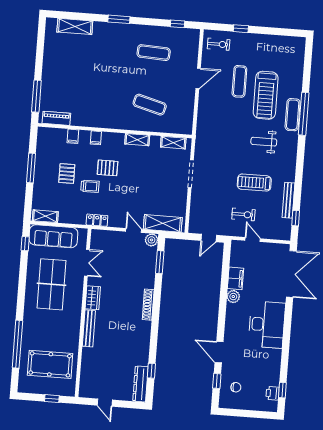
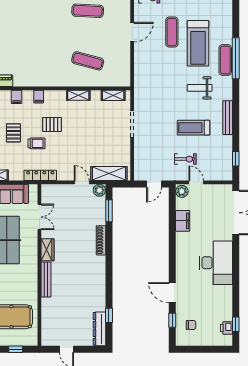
bench: (288, 200) -> (228, 118), moved
locker: (97, 220) -> (40, 175), width x1.53
plant: (233, 297) -> (182, 191), moved
shoe rack: (148, 305) -> (101, 240), moved

